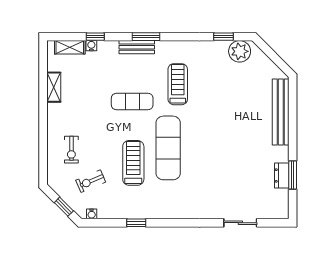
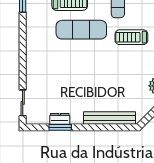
treadmill: (178, 84) -> (131, 37), turned 180
sliding door: (240, 223) -> (23, 103), moved

